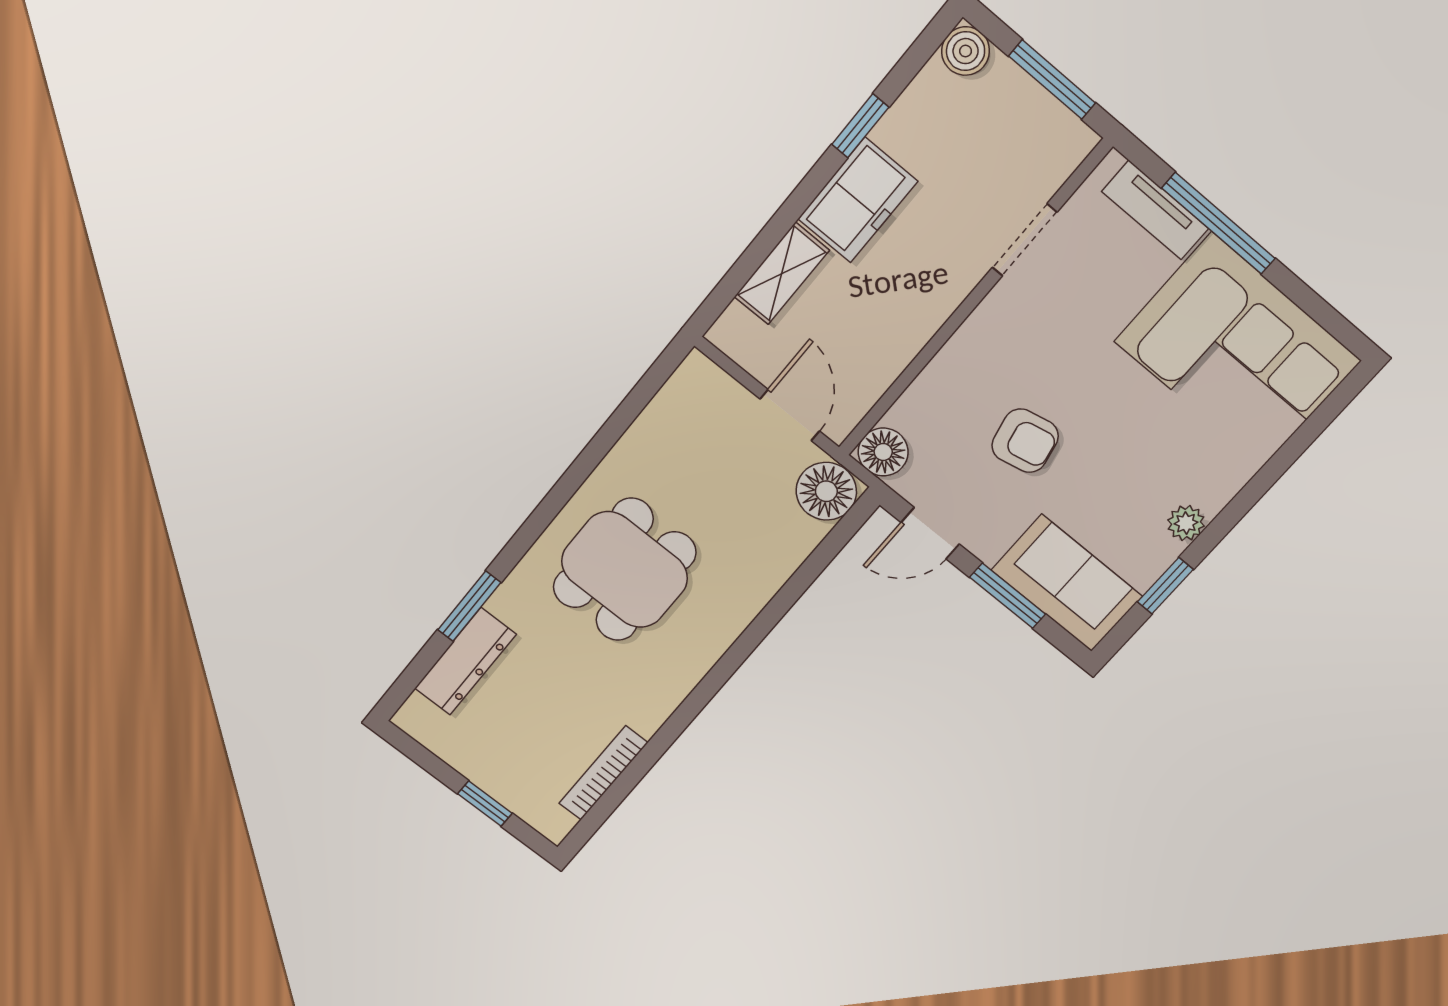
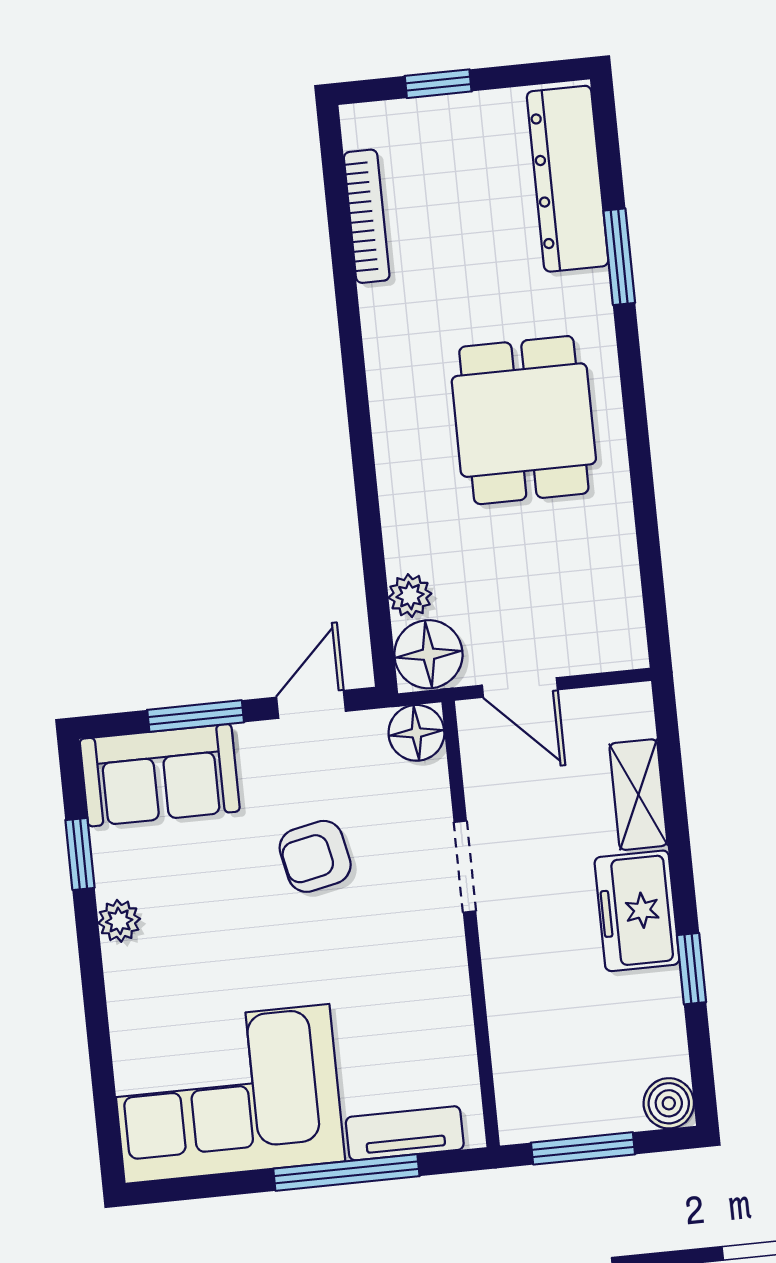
doorway: (1025, 240) -> (465, 867), moved
plant: (801, 537) -> (410, 596), added
dresser: (465, 661) -> (568, 179), width x1.37, depth x1.24

